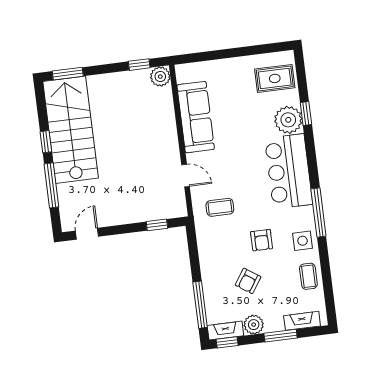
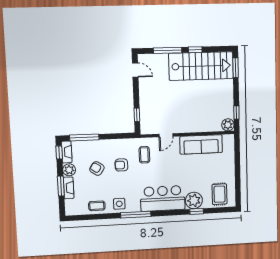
armchair: (262, 240) -> (121, 165), moved
fireplace: (302, 321) -> (69, 188), moved

